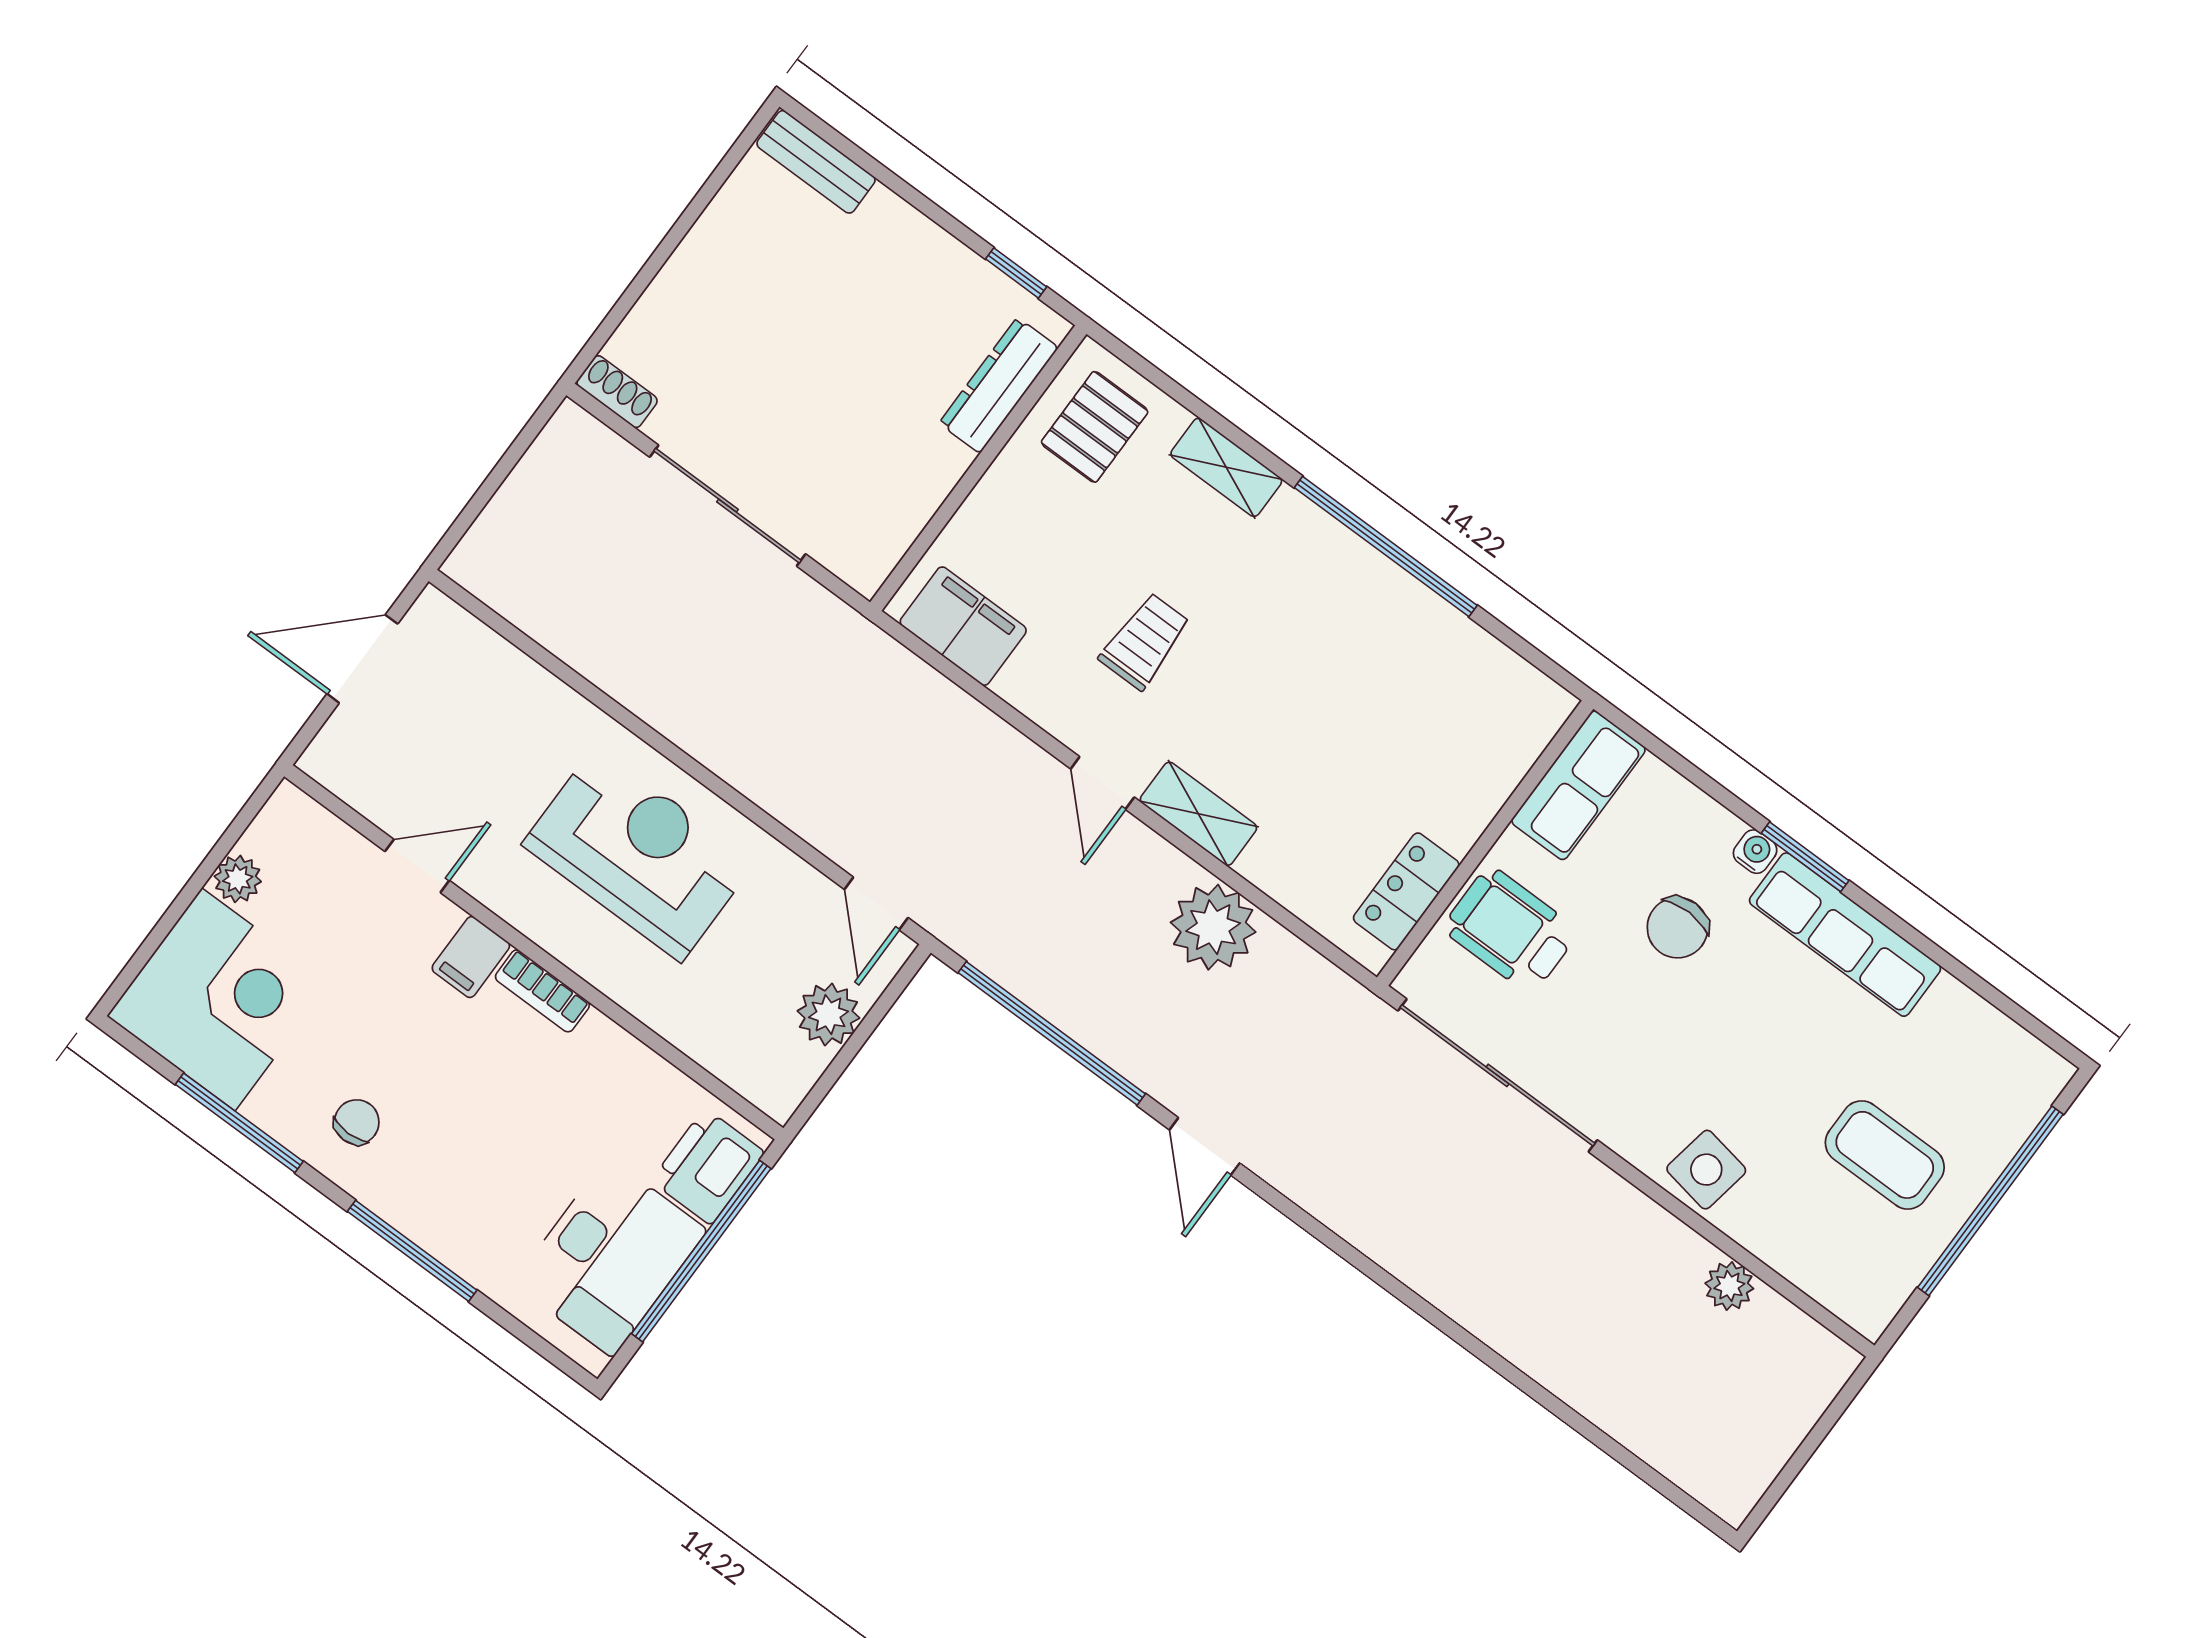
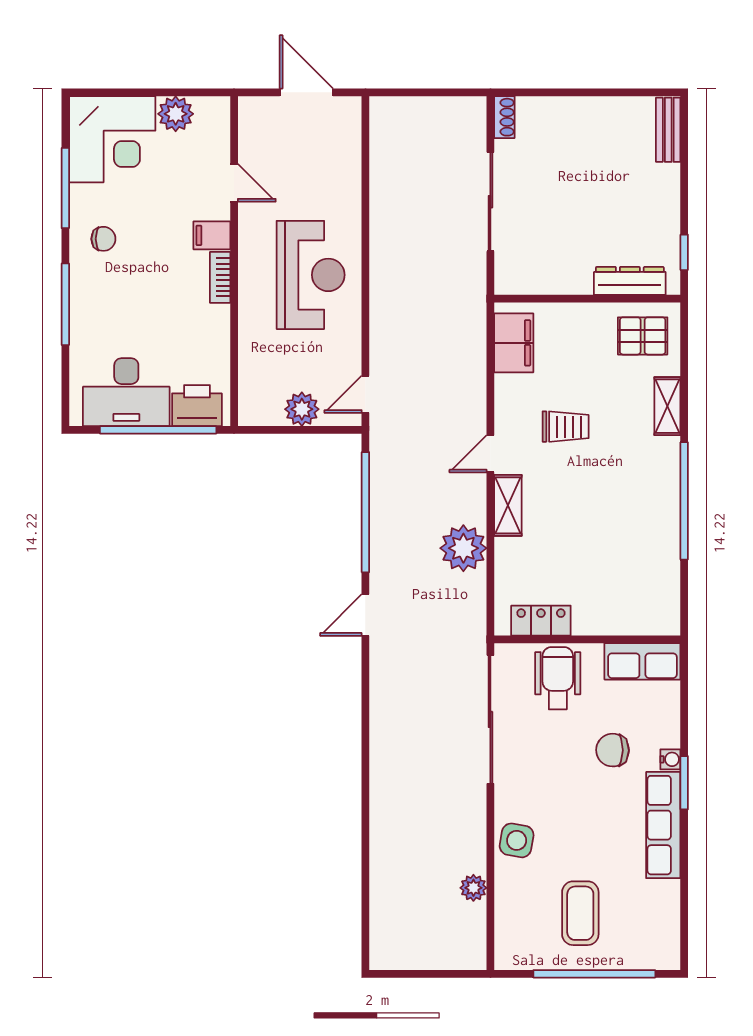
plant: (238, 879) -> (176, 114), width x1.38, depth x1.38

